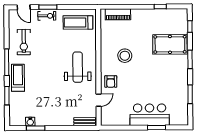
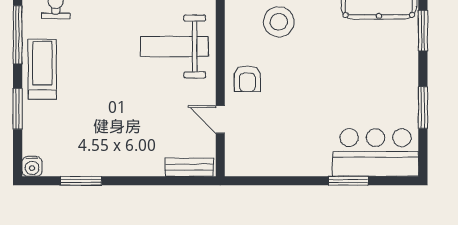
weight bench: (78, 67) -> (174, 47), turned -90
door: (99, 100) -> (220, 120), swing flipped
bar counter: (150, 115) -> (376, 152), moved
water cooler: (30, 122) -> (32, 166), moved

